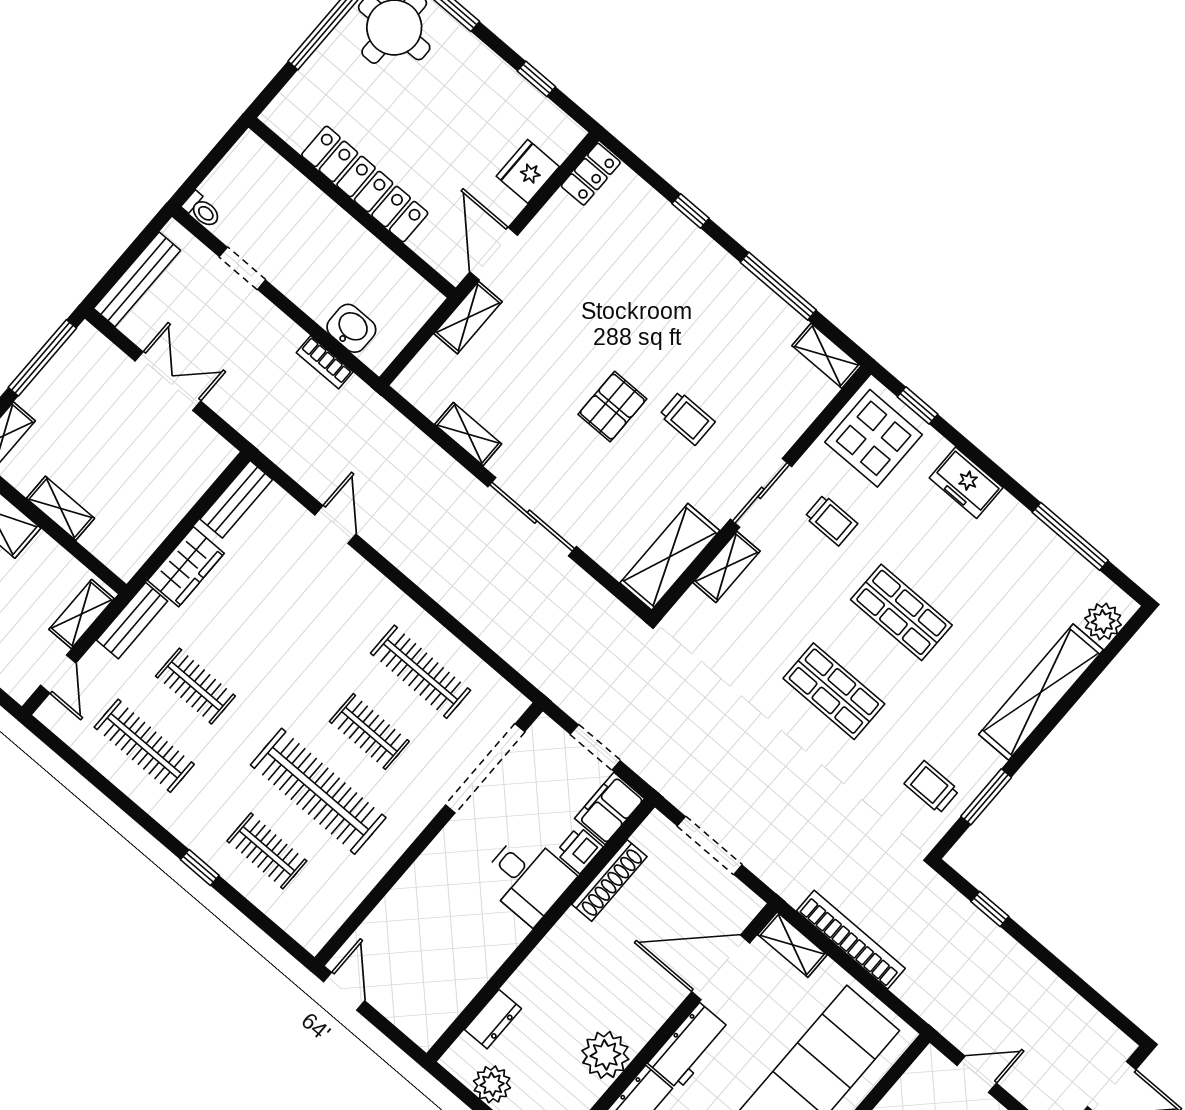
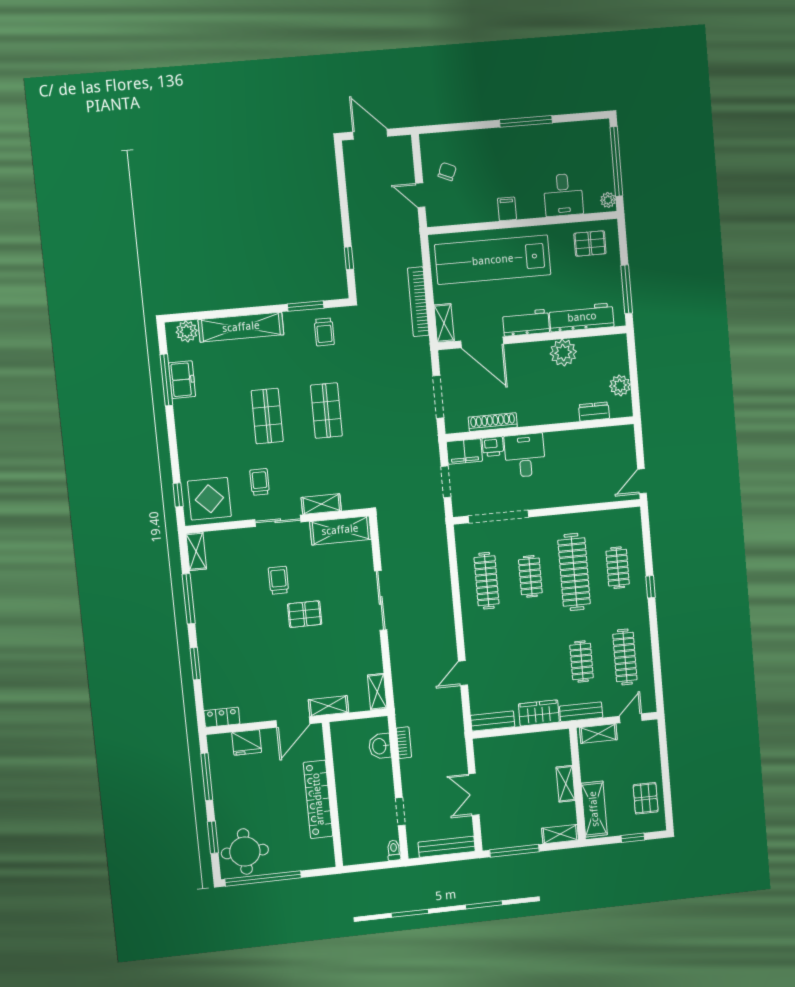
window: (536, 79) -> (207, 777), width x2.17
window: (691, 211) -> (195, 664), width x1.50
shelving: (468, 434) -> (377, 692), moved
freezer: (966, 483) -> (182, 380), moved

